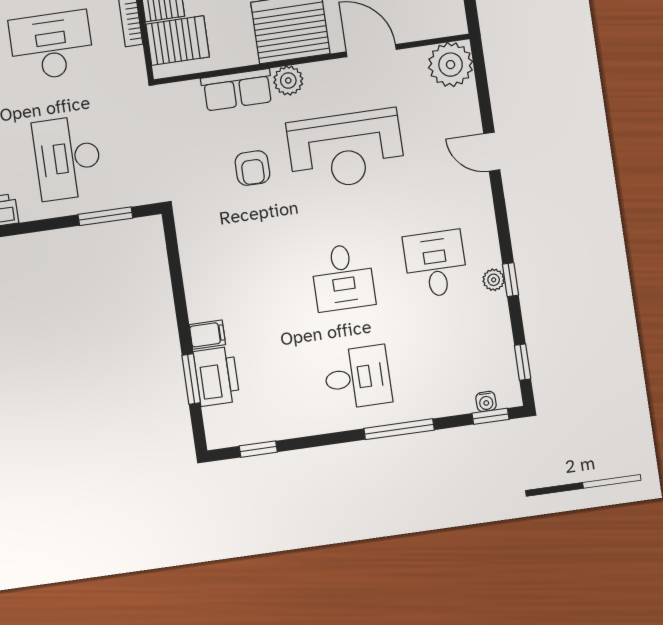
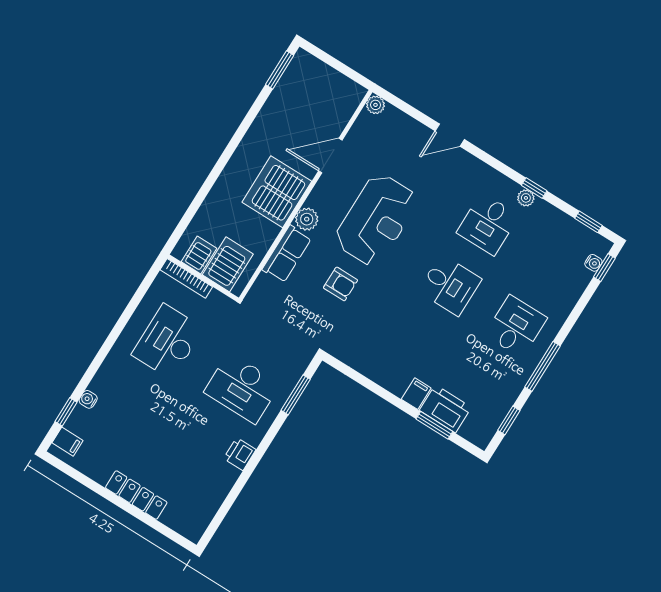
plant: (451, 65) -> (375, 105), width x0.53, depth x0.53
desk: (435, 264) -> (488, 224), turned -90
window: (399, 429) -> (543, 366), moved

